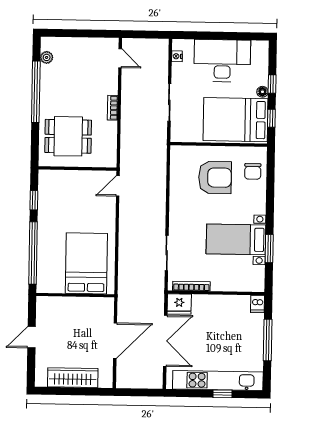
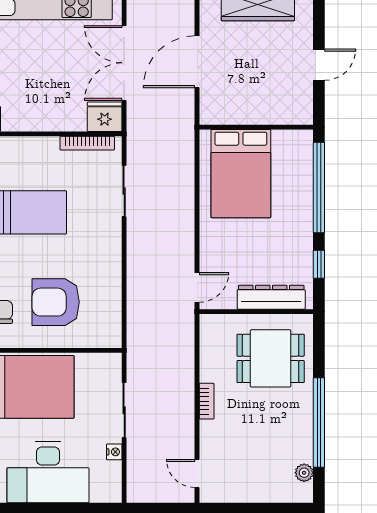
nightstand: (177, 56) -> (114, 452), moved
dresser: (67, 178) -> (271, 297), added

